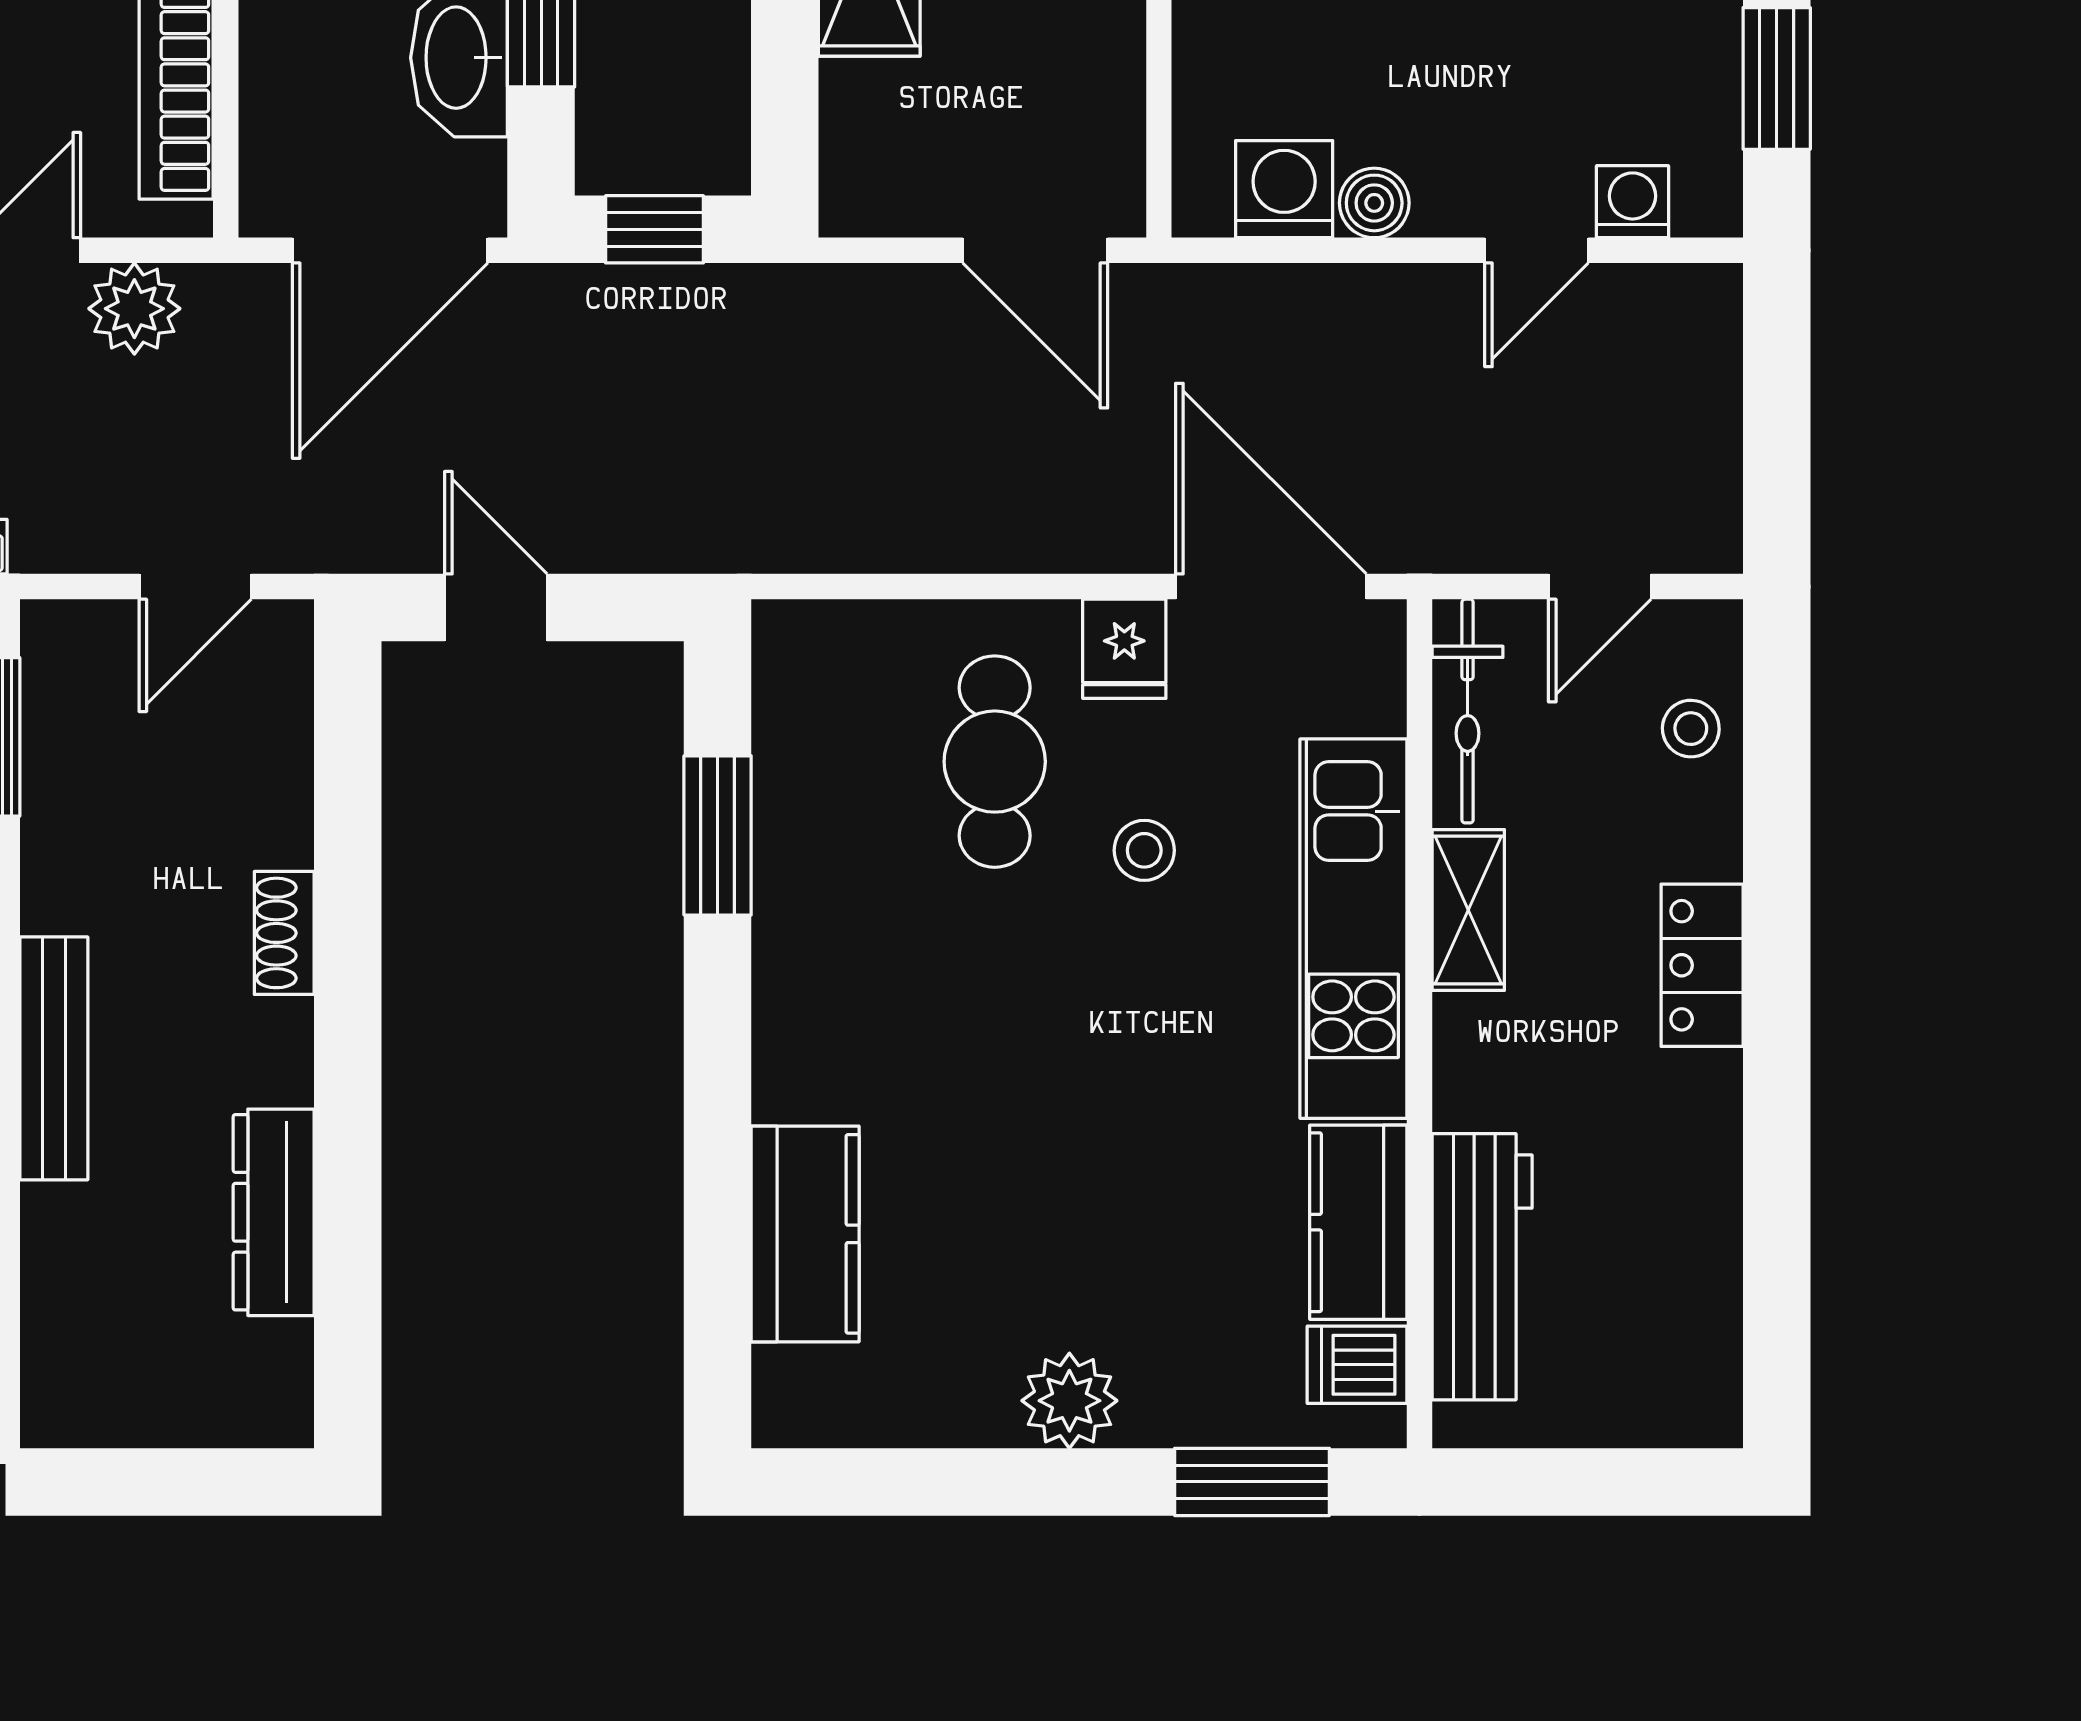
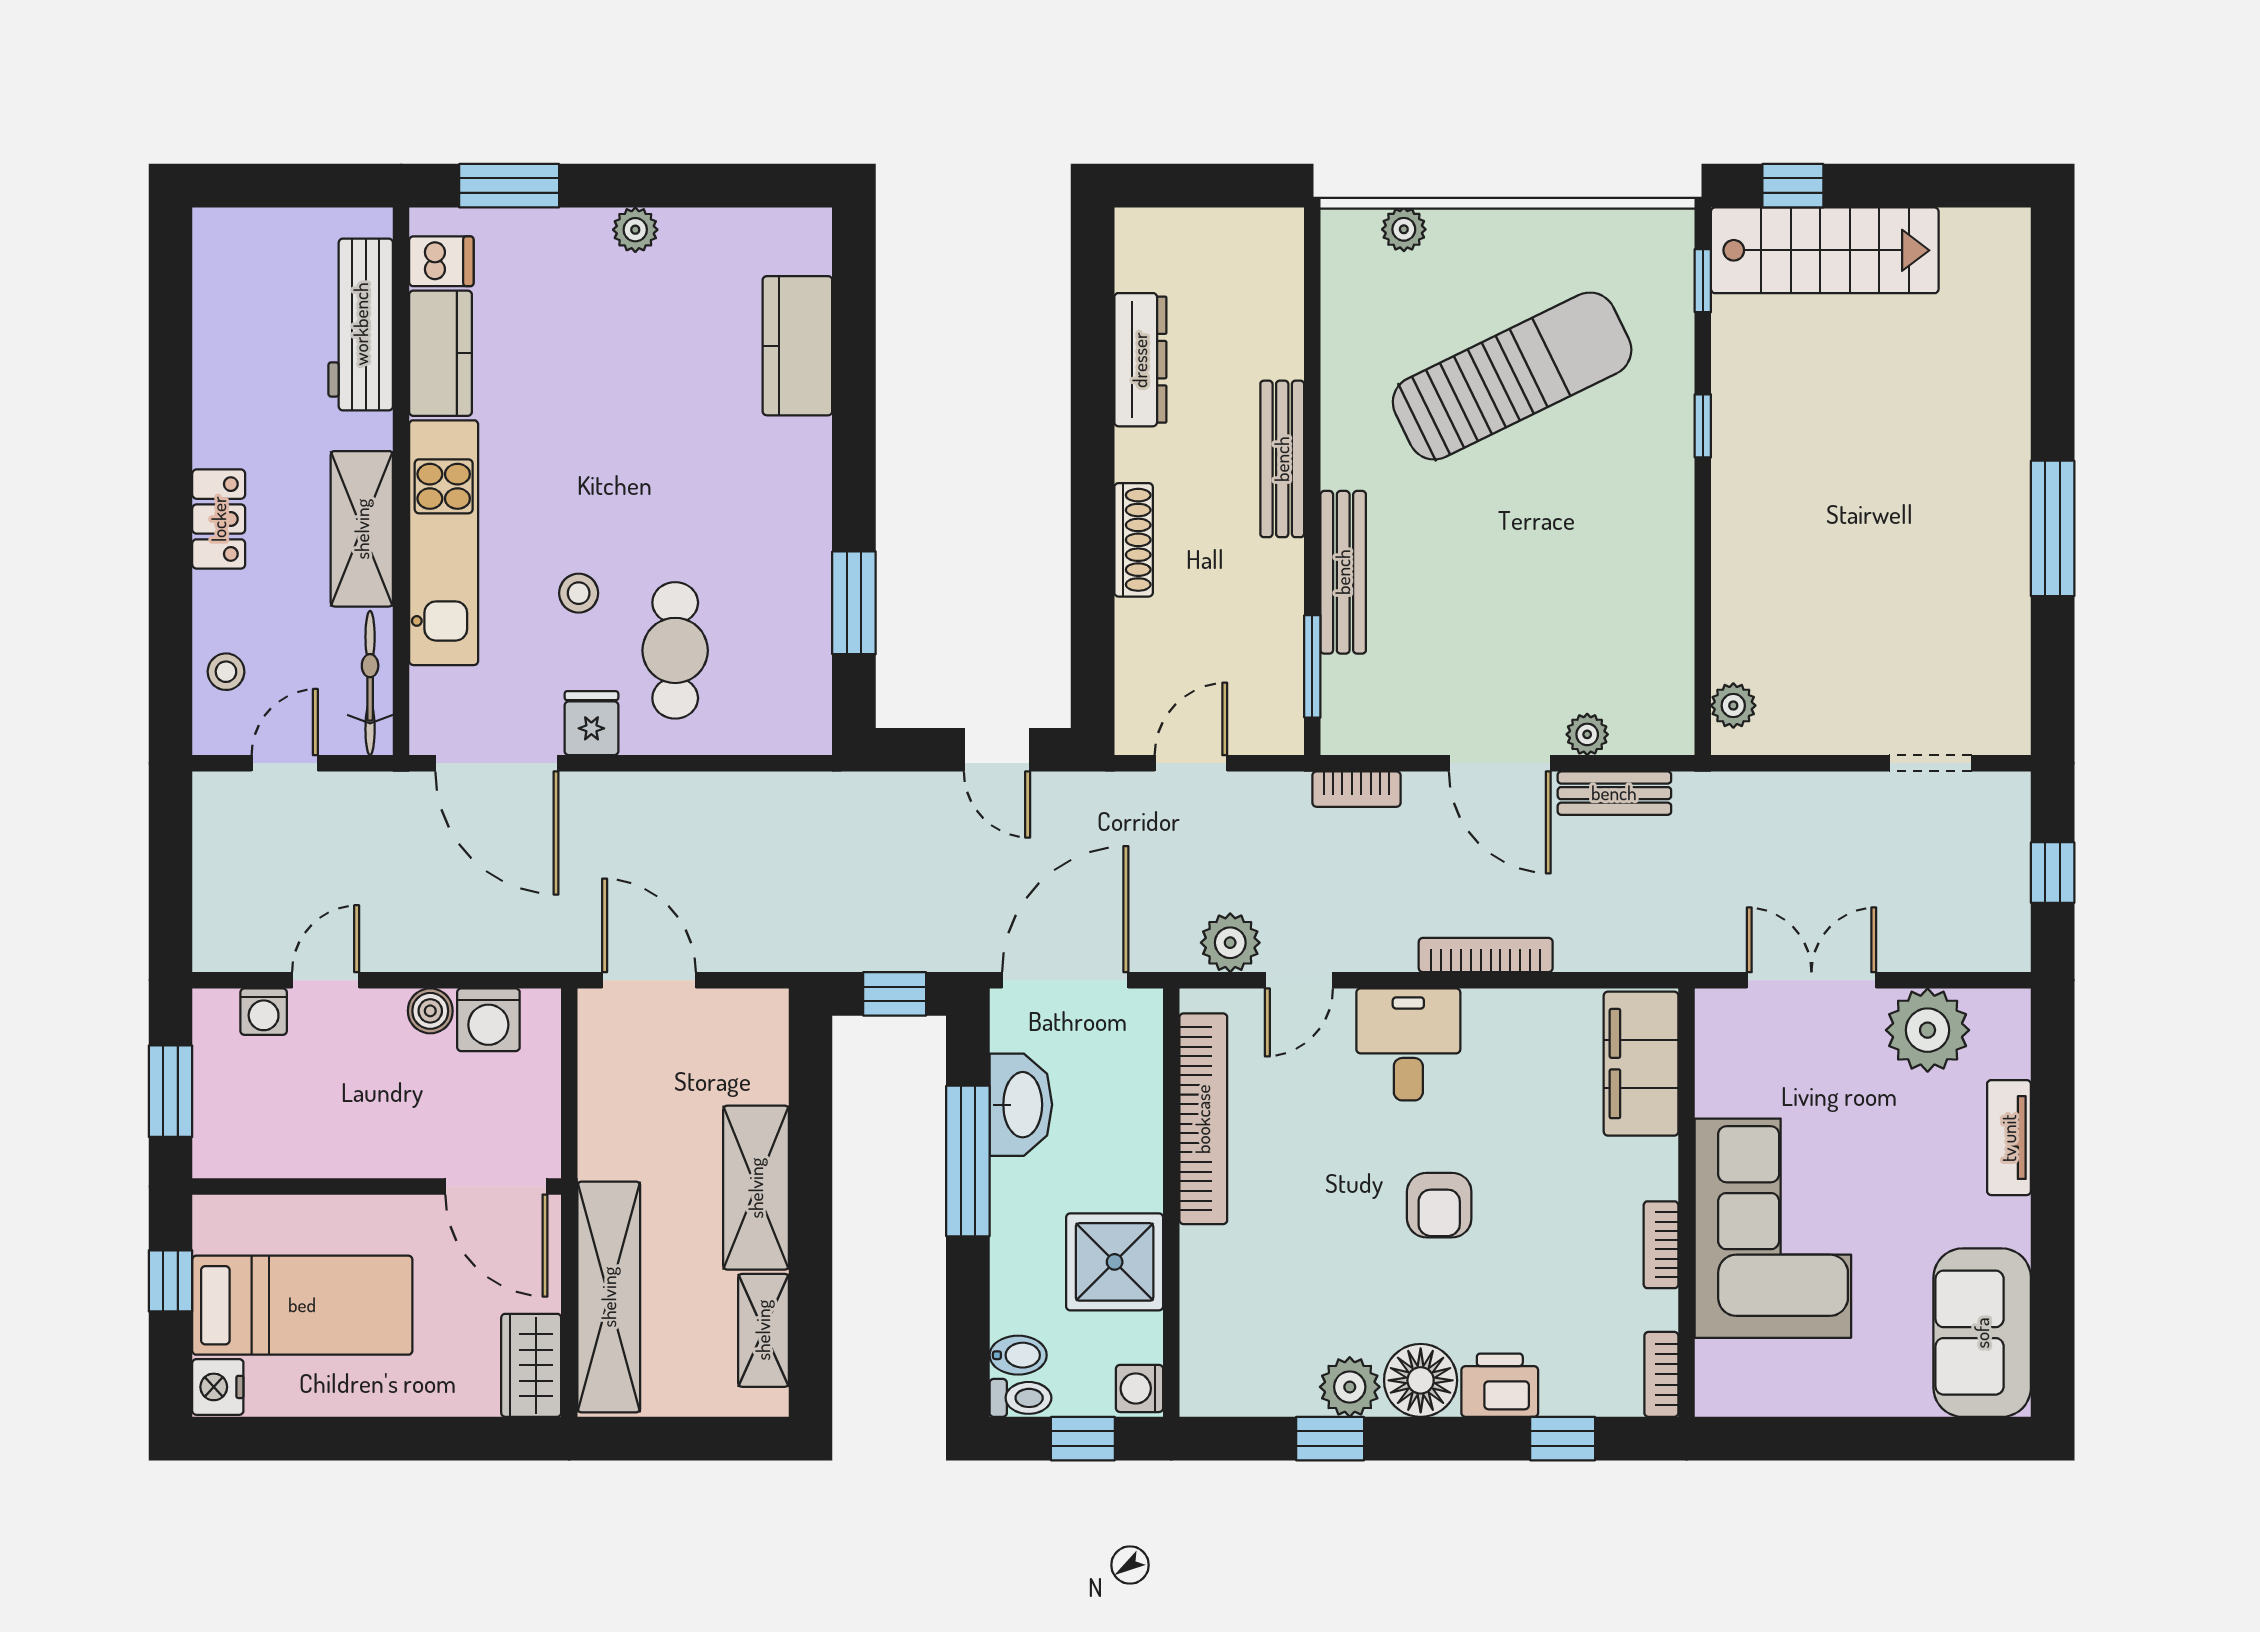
shelving: (1468, 910) -> (362, 529), width x1.50, depth x1.33
shoe rack: (284, 933) -> (1134, 540), width x1.43
plant: (1069, 1401) -> (635, 230), width x0.73, depth x0.73

